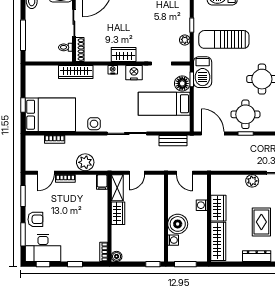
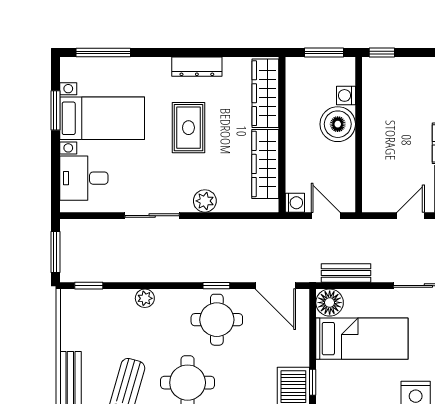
floor lamp: (182, 83) -> (330, 303), moved
washing machine: (202, 205) -> (295, 203), moved
wardrobe: (218, 208) -> (265, 164), width x1.50

